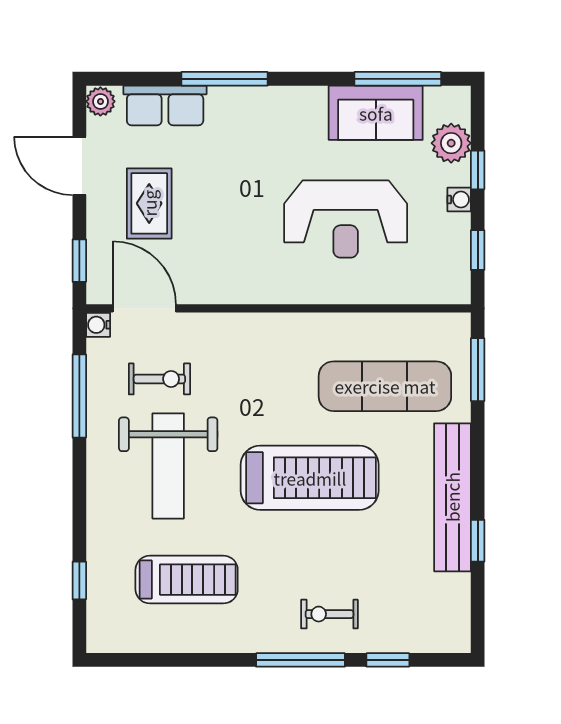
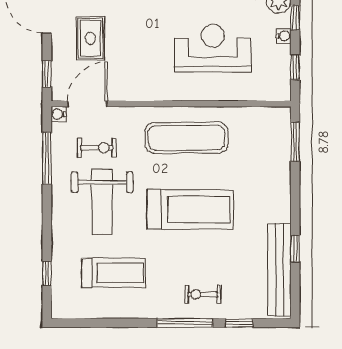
reception desk: (346, 219) -> (213, 48), turned 180
door: (144, 308) -> (87, 104), hinge flipped
exercise mat: (385, 386) -> (187, 138), moved
bench: (452, 497) -> (279, 270), moved

